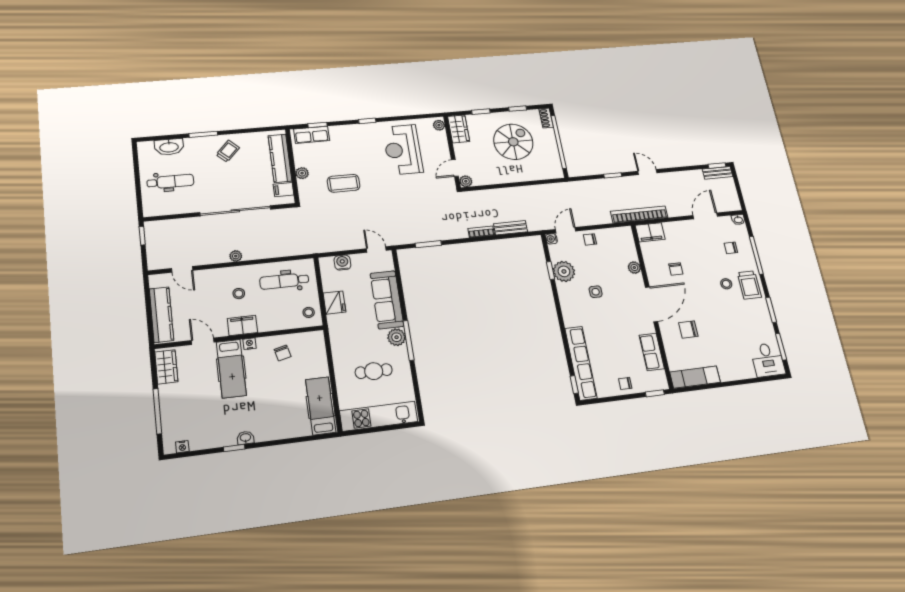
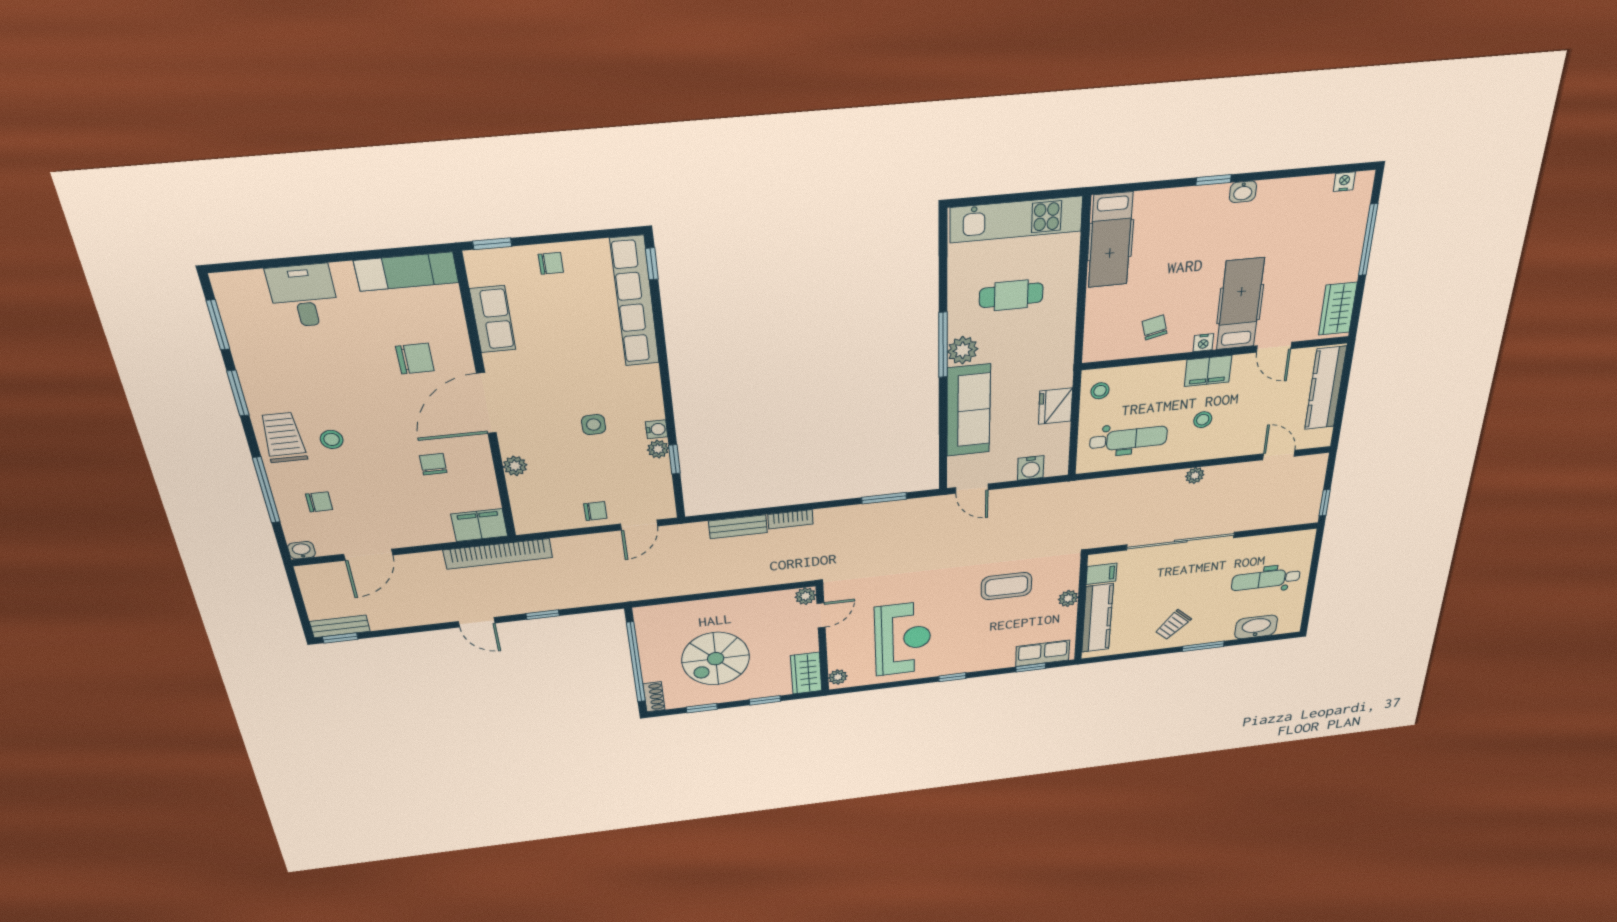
water cooler: (552, 239) -> (657, 429), moved
plant: (564, 271) -> (658, 449), width x0.53, depth x0.53
desk: (768, 360) -> (303, 296), moved
window: (234, 448) -> (1214, 180), moved

